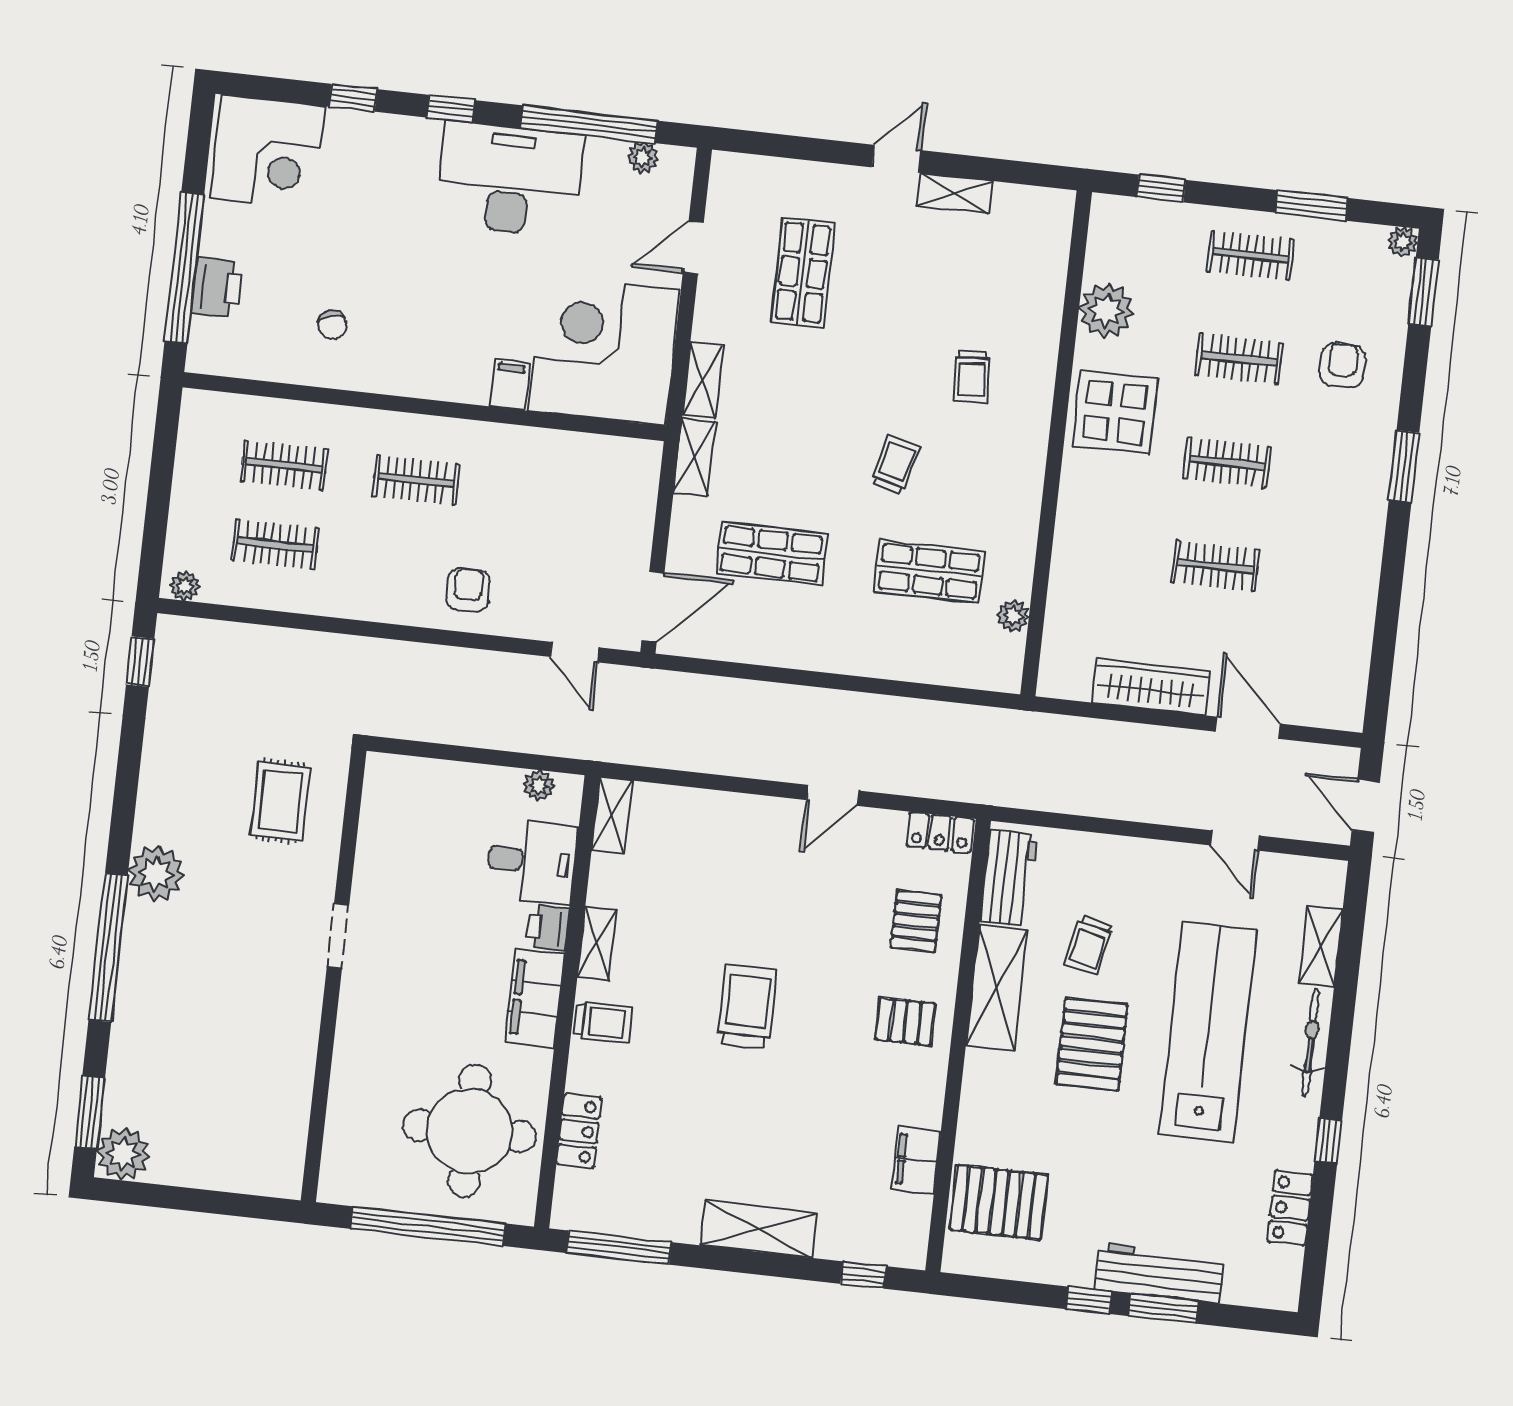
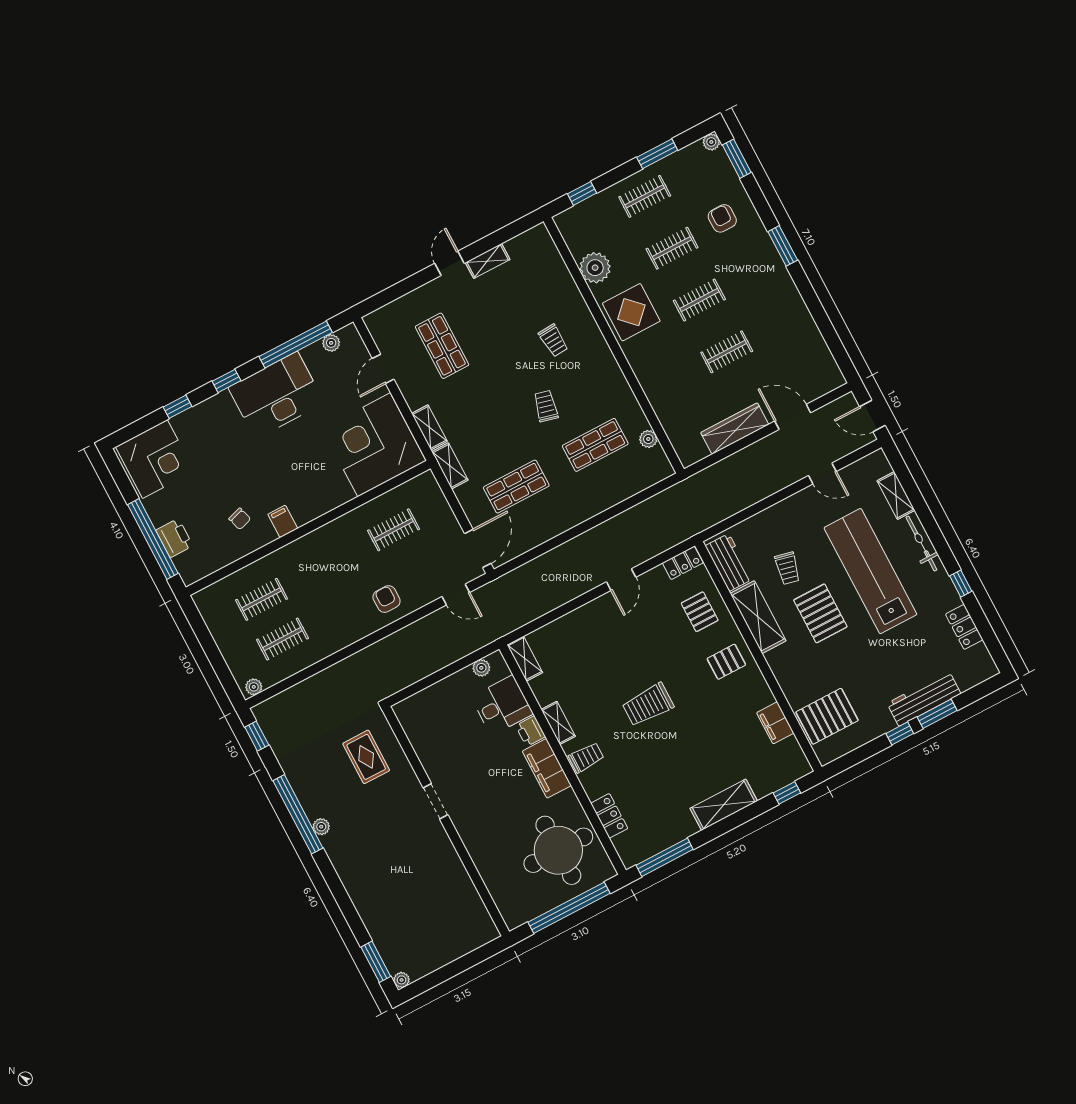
filing cabinet: (510, 385) -> (283, 521), moved
clothes rail: (416, 480) -> (394, 530), moved
plant: (156, 874) -> (321, 827), width x0.53, depth x0.53
window: (108, 948) -> (298, 814), moved
trolley: (747, 1006) -> (648, 705), turned -90
plant: (123, 1154) -> (401, 980), width x0.53, depth x0.53

